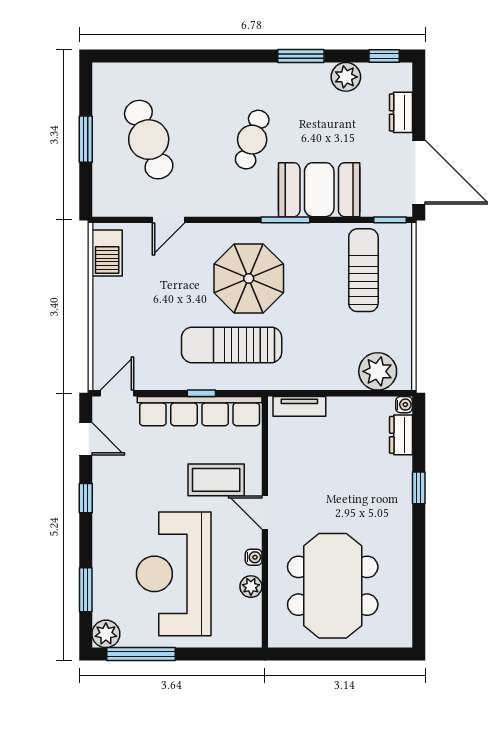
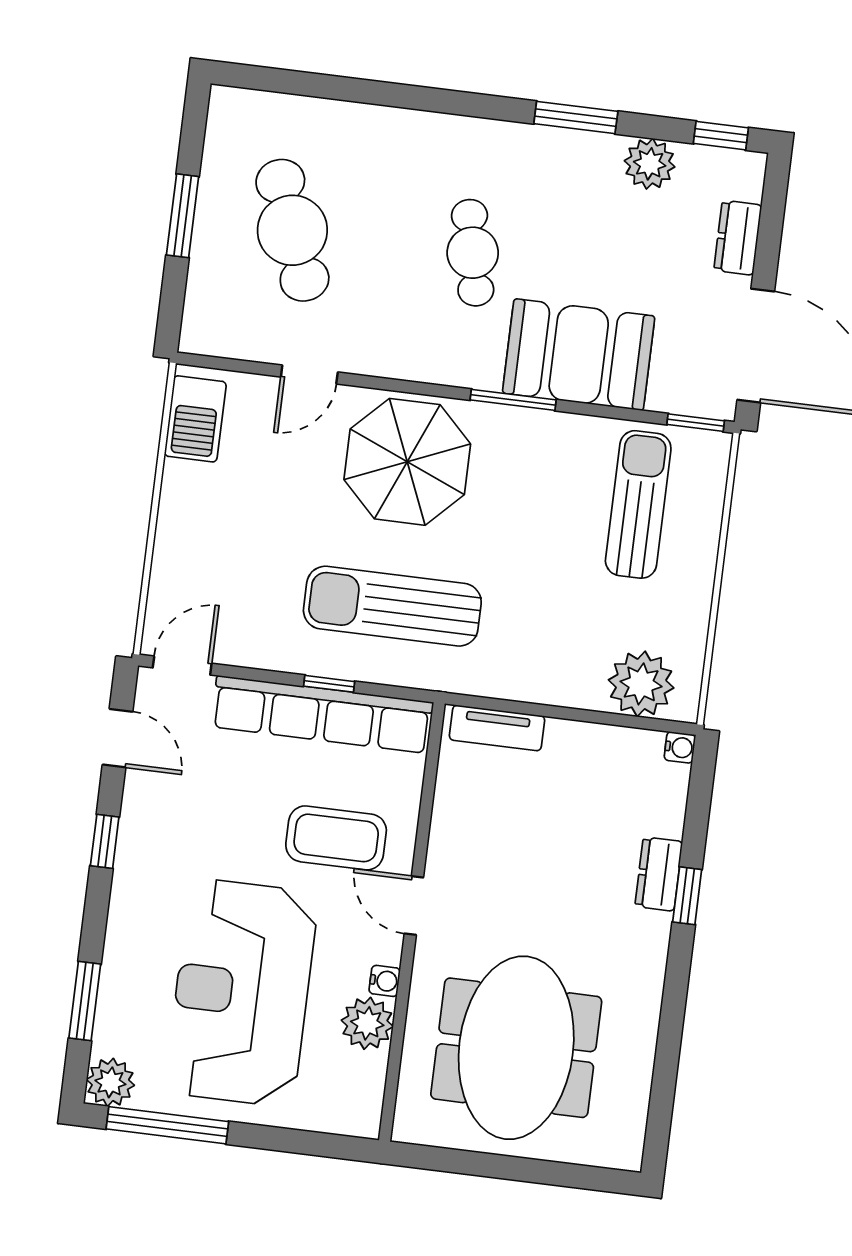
cafe table: (252, 140) -> (473, 253), turned -30
parasol: (249, 278) -> (407, 462), moved
dresser: (401, 435) -> (659, 874), moved
plant: (251, 587) -> (367, 1023), width x1.38, depth x1.38

